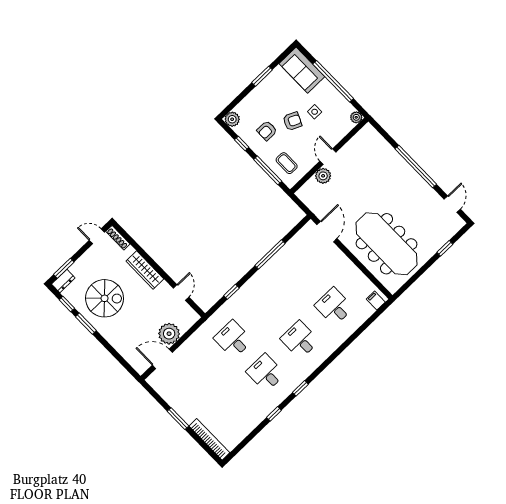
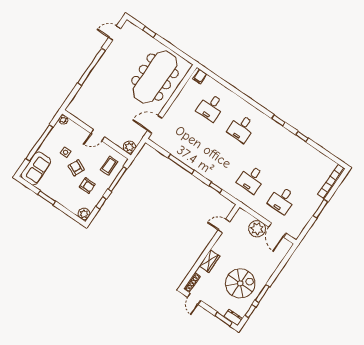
plant: (323, 176) -> (129, 147), moved
wardrobe: (145, 270) -> (209, 261), width x0.67
spiral stairs: (105, 298) -> (240, 283), turned 90
desk: (266, 373) -> (282, 200), moved

